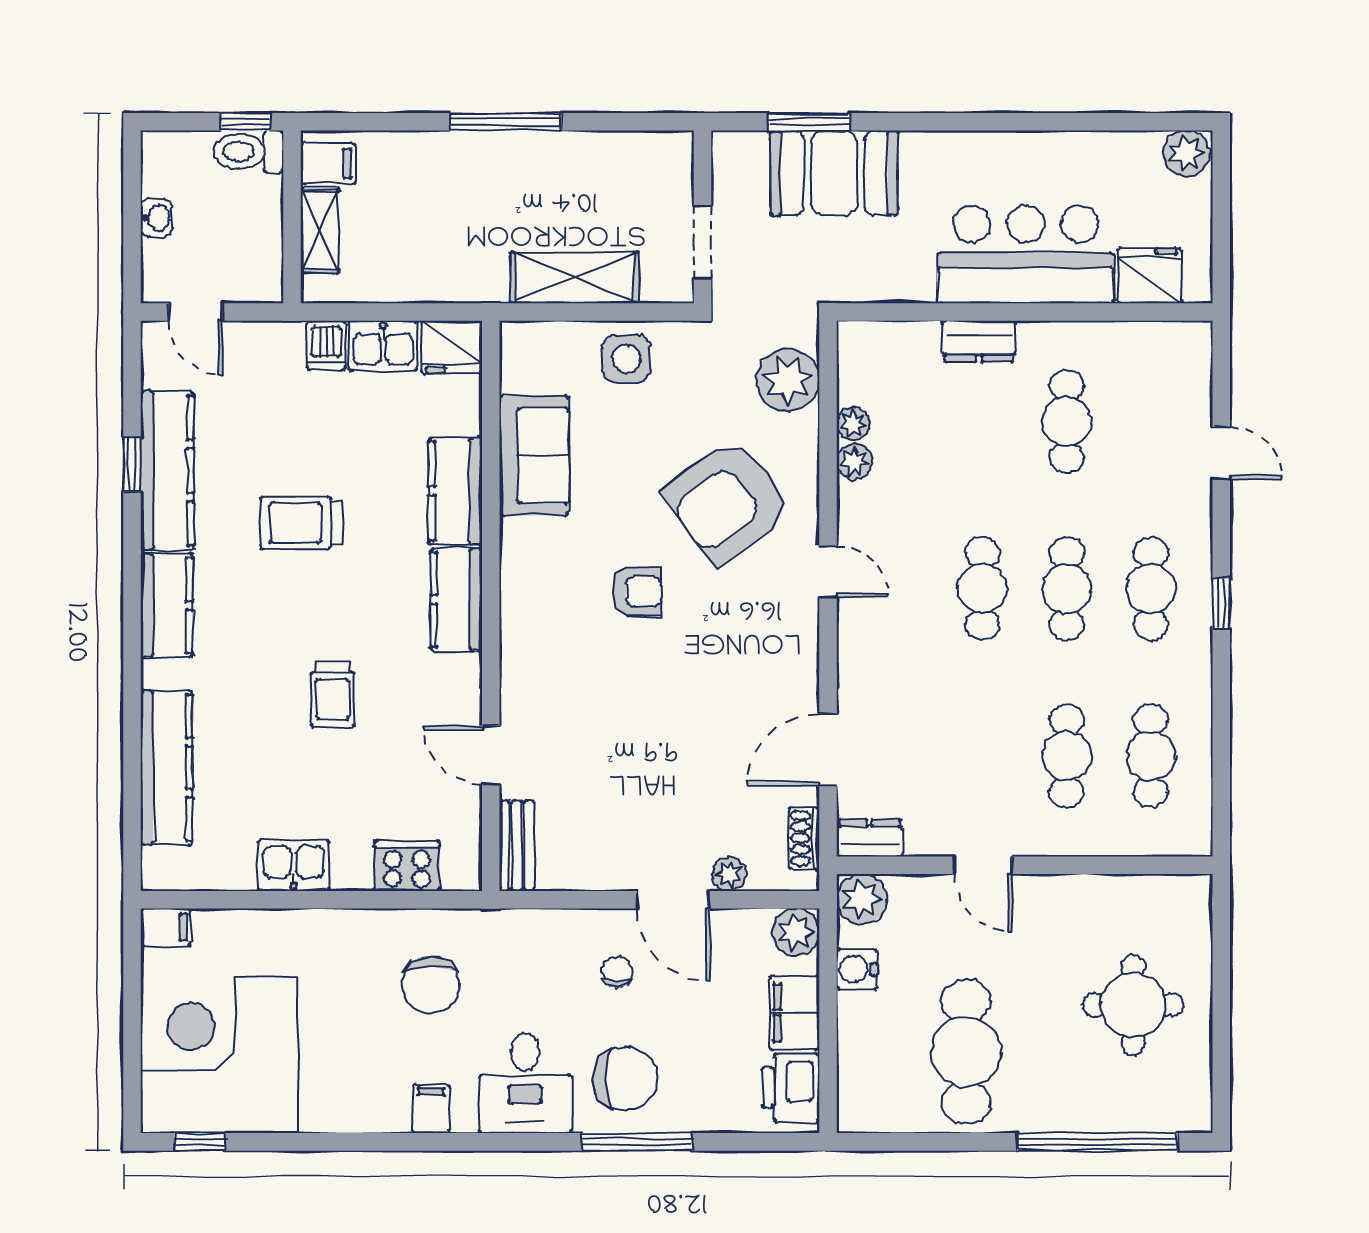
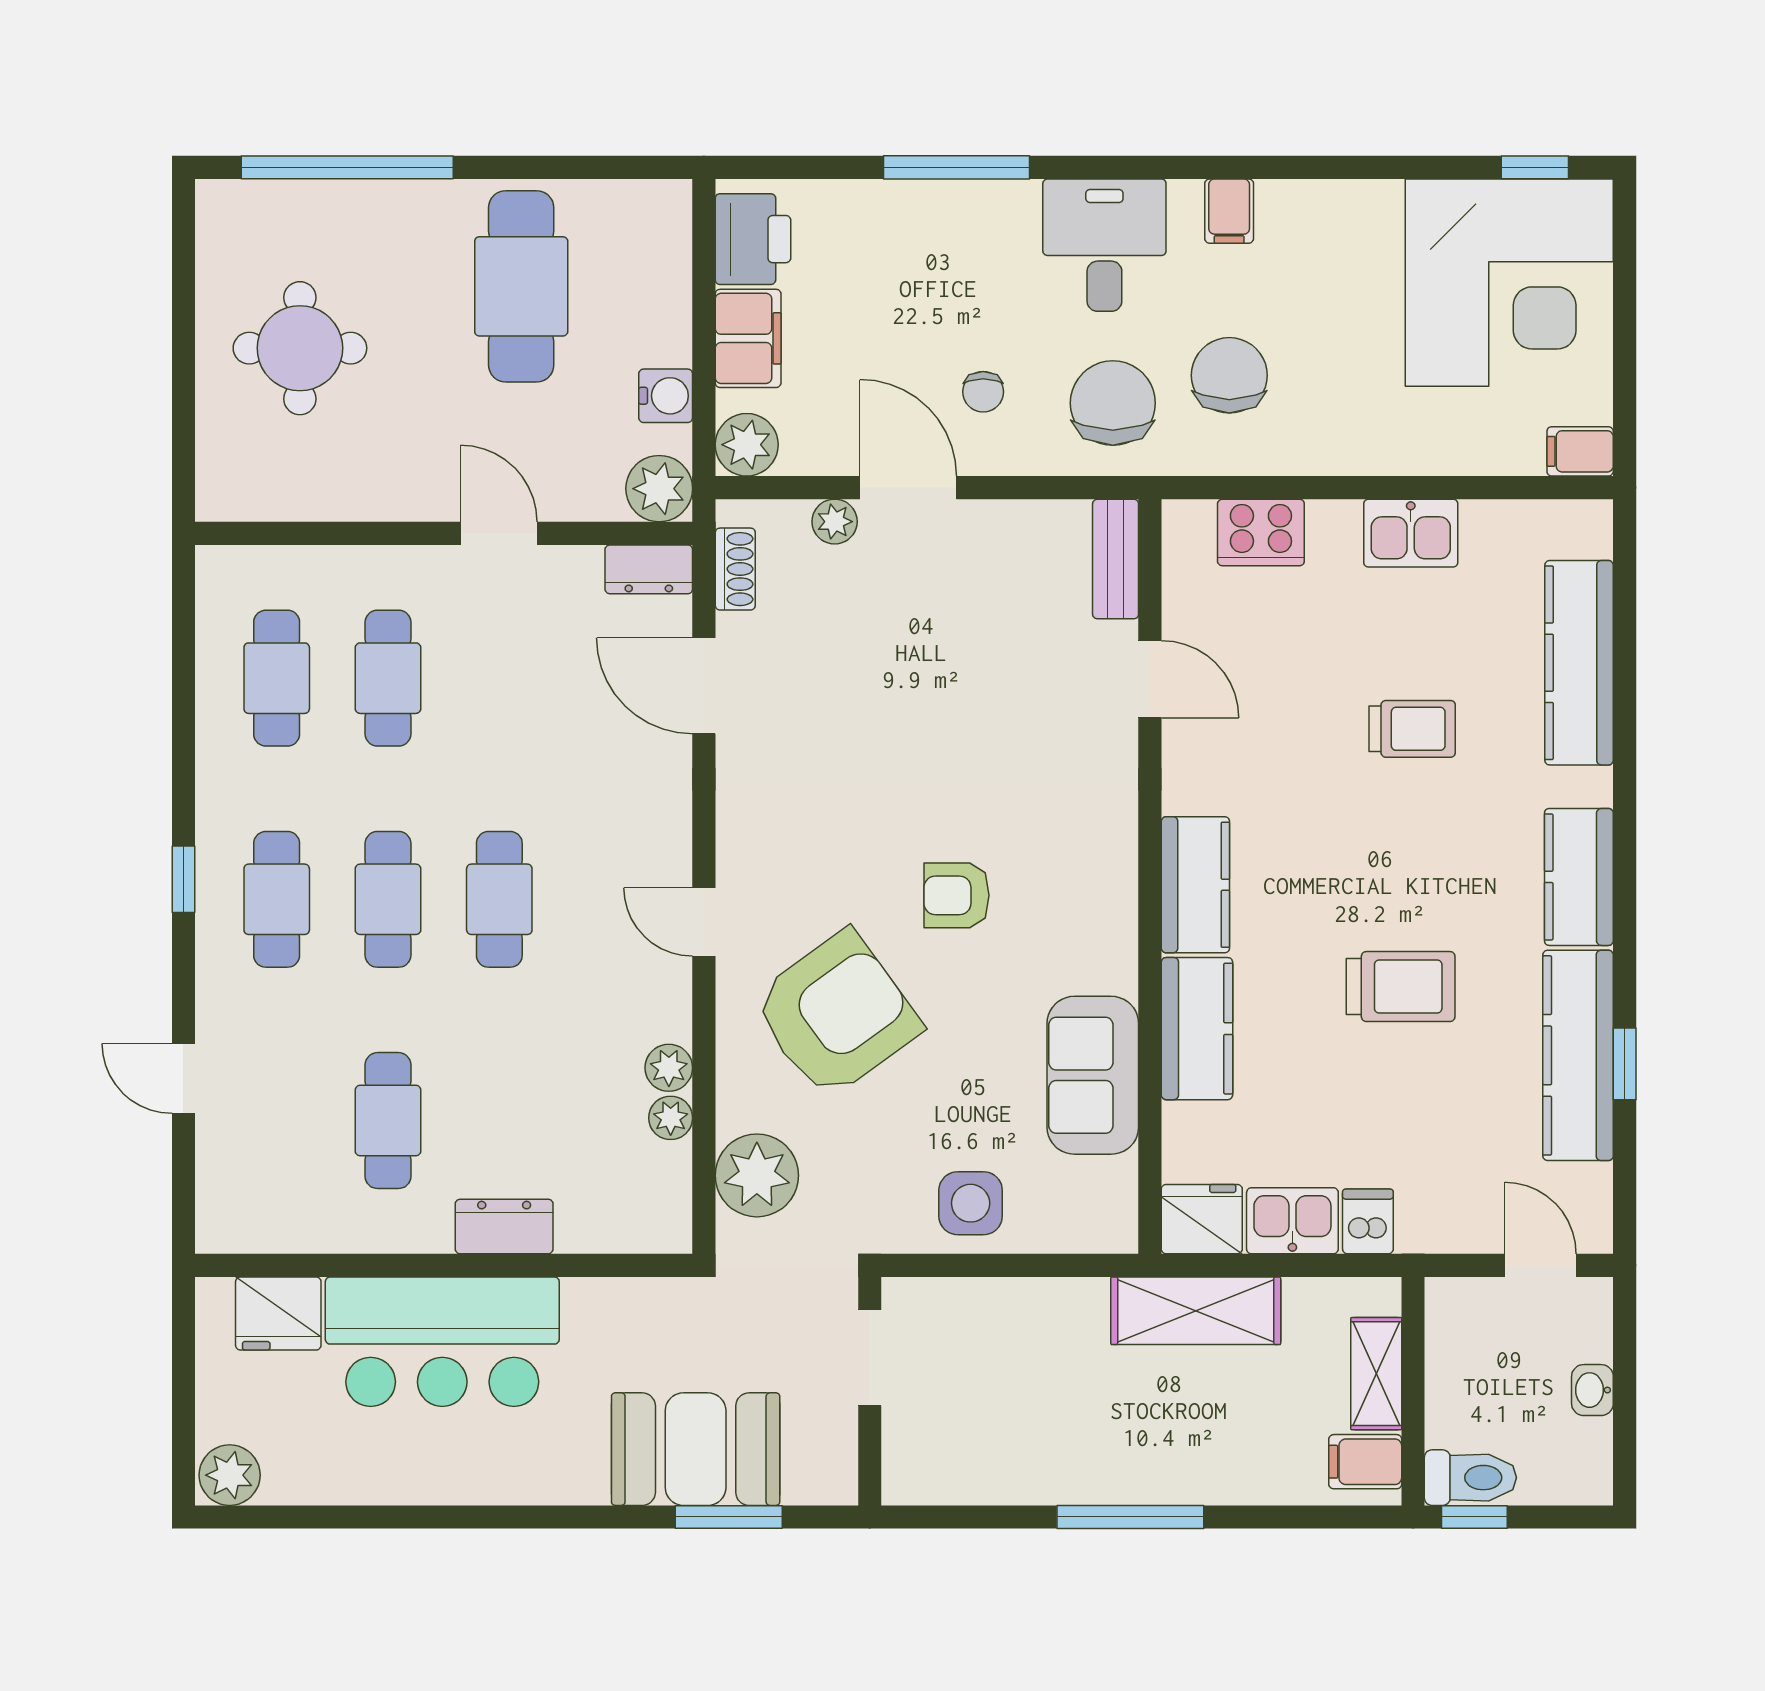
shelving: (574, 278) -> (1196, 1311), moved
trolley: (333, 695) -> (1412, 729), moved, turned 90
door: (828, 750) -> (704, 686), swing flipped
chair: (625, 1079) -> (1113, 403), moved, turned 90

